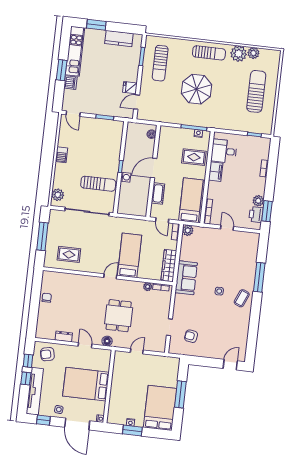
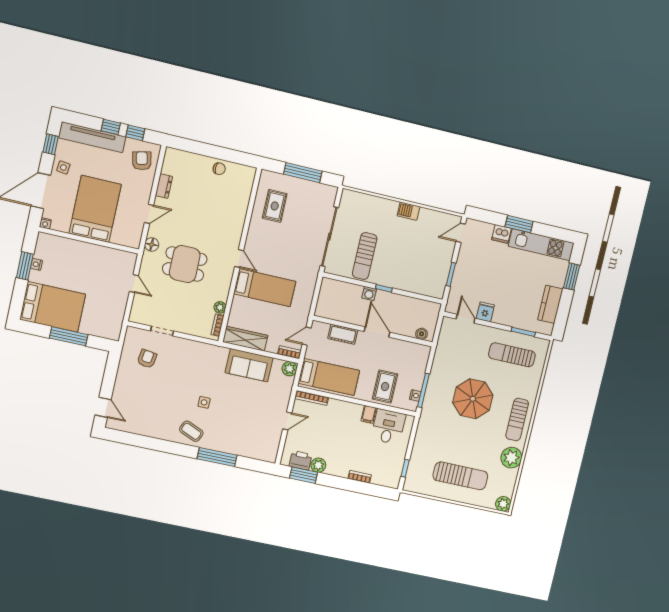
plant: (253, 53) -> (503, 504), moved
filing cabinet: (216, 172) -> (369, 414), width x0.50
plant: (58, 195) -> (356, 200), removed
sofa: (186, 278) -> (249, 365), moved

